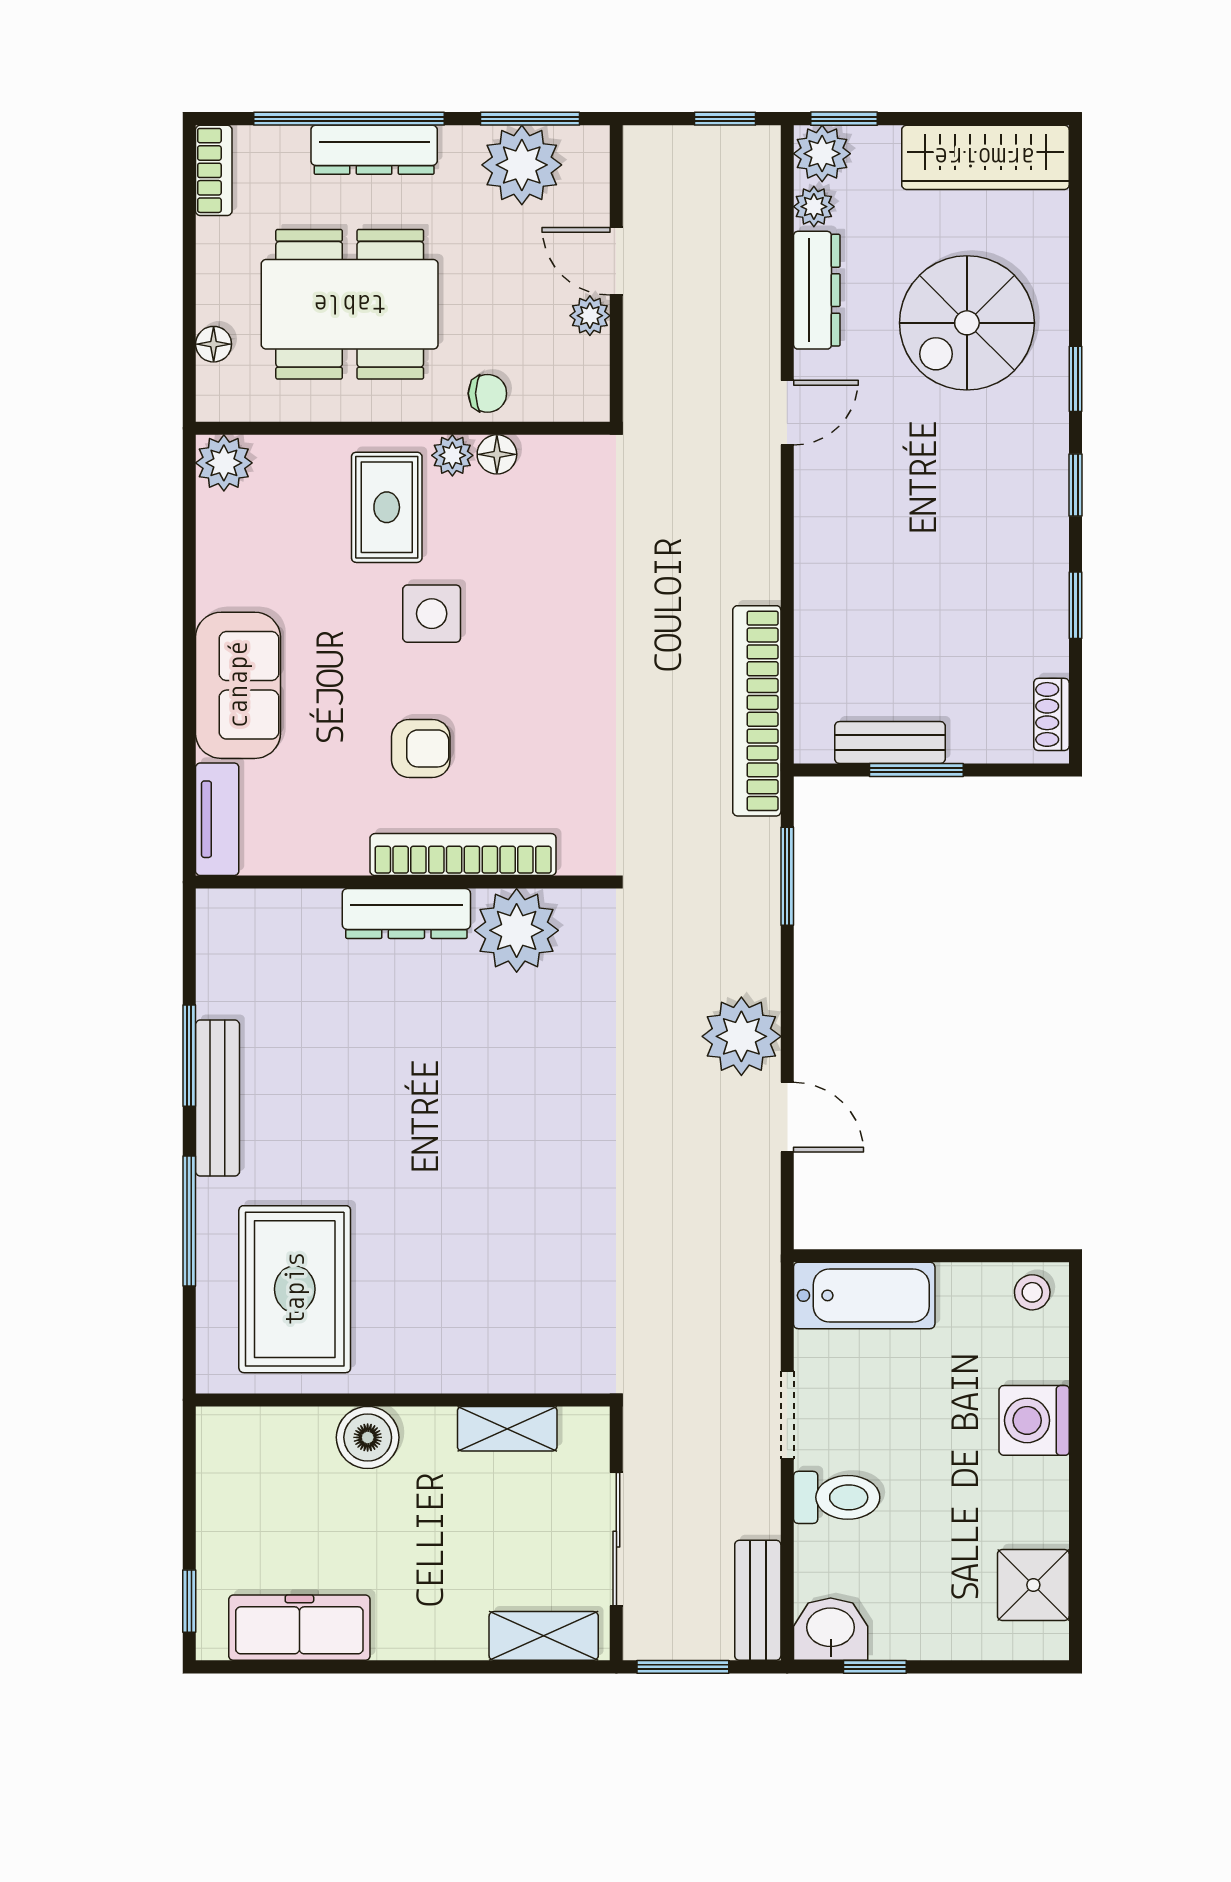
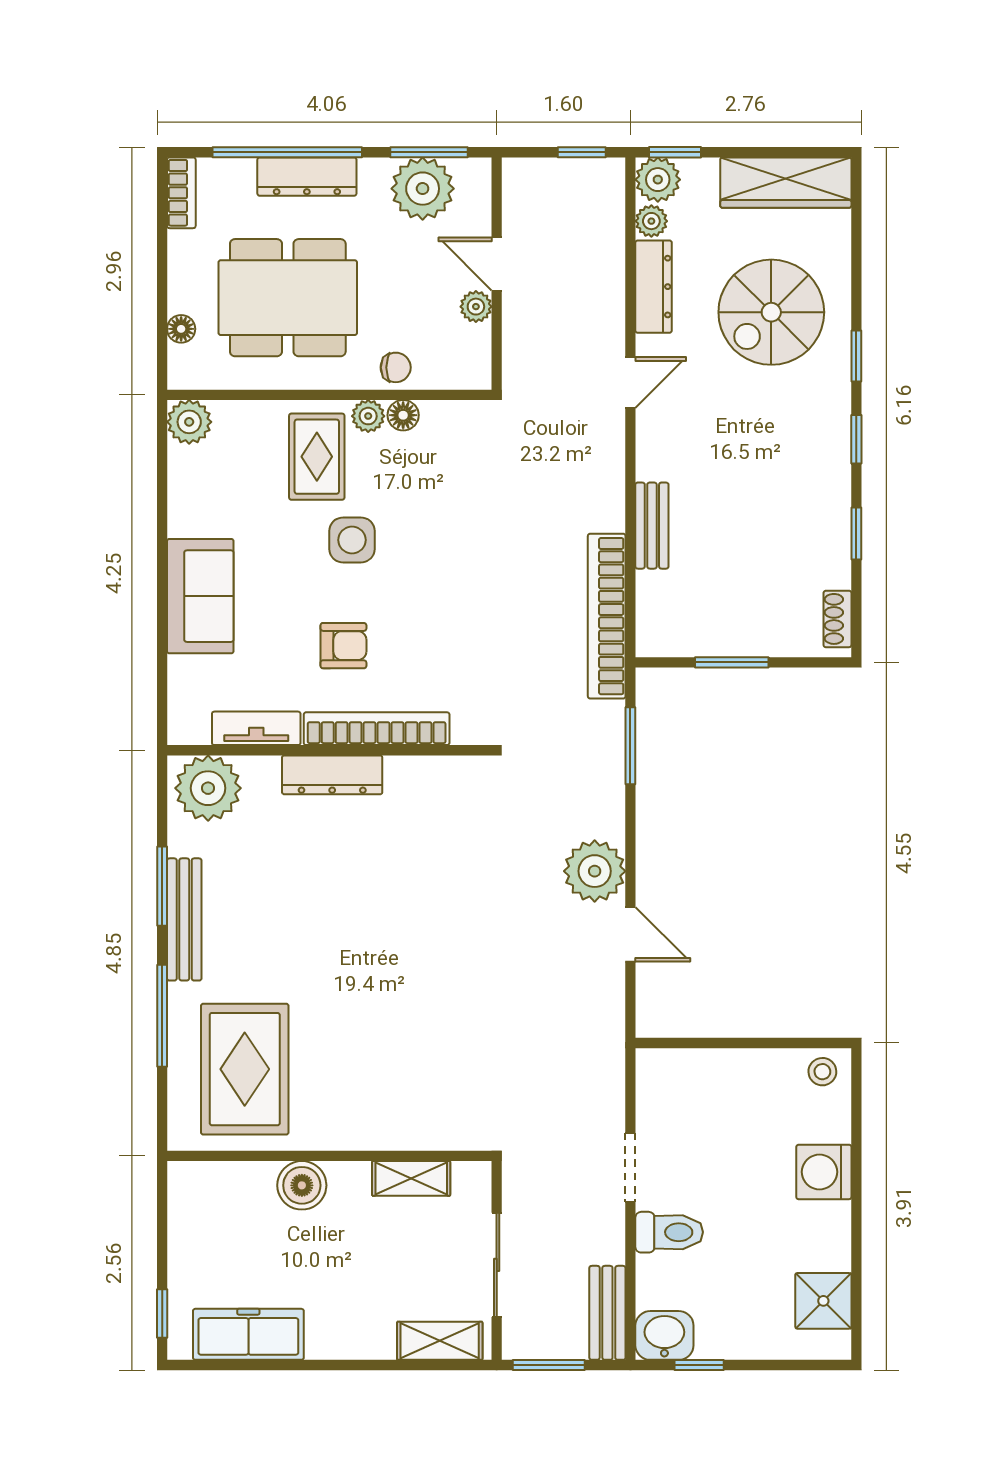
bench: (890, 743) -> (652, 526), moved, turned 90
tv unit: (217, 819) -> (256, 728), moved, turned -90
plant: (517, 930) -> (208, 788), moved
bathtub: (864, 1295) -> (691, 1074), removed

